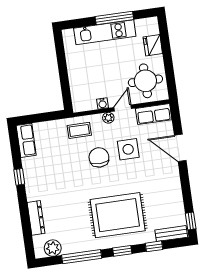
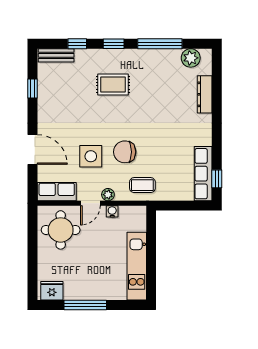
kitchen unit: (105, 32) -> (137, 266), moved, turned -90
fridge: (153, 45) -> (52, 291), moved, turned -90
row of seats: (26, 140) -> (203, 174), width x1.48
chair: (99, 157) -> (125, 152), turned 90
window: (19, 177) -> (217, 179), moved
rug: (118, 215) -> (113, 84), width x0.54, depth x0.49
window: (191, 221) -> (32, 89), moved

